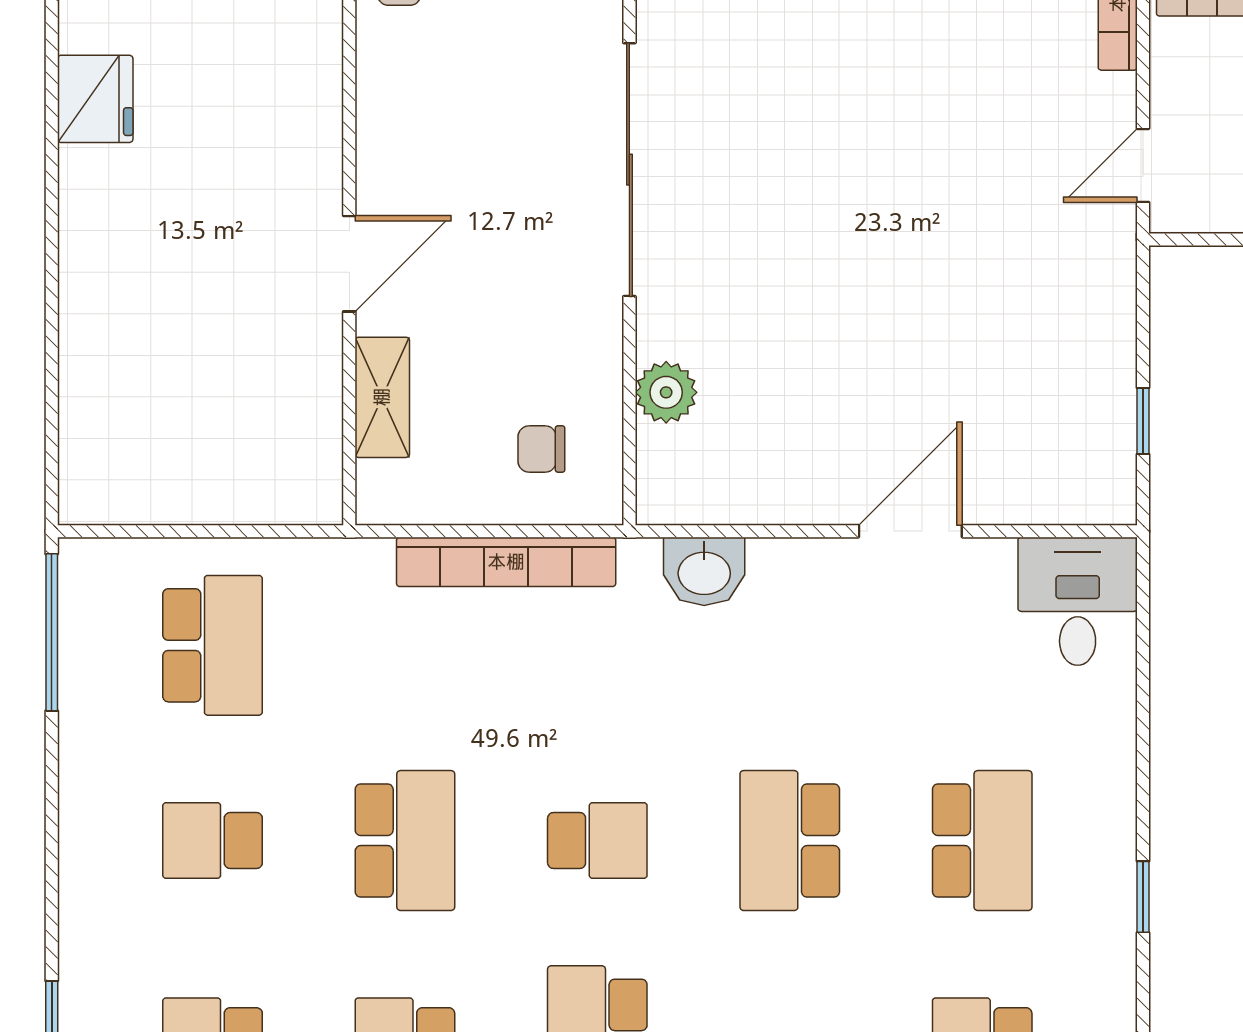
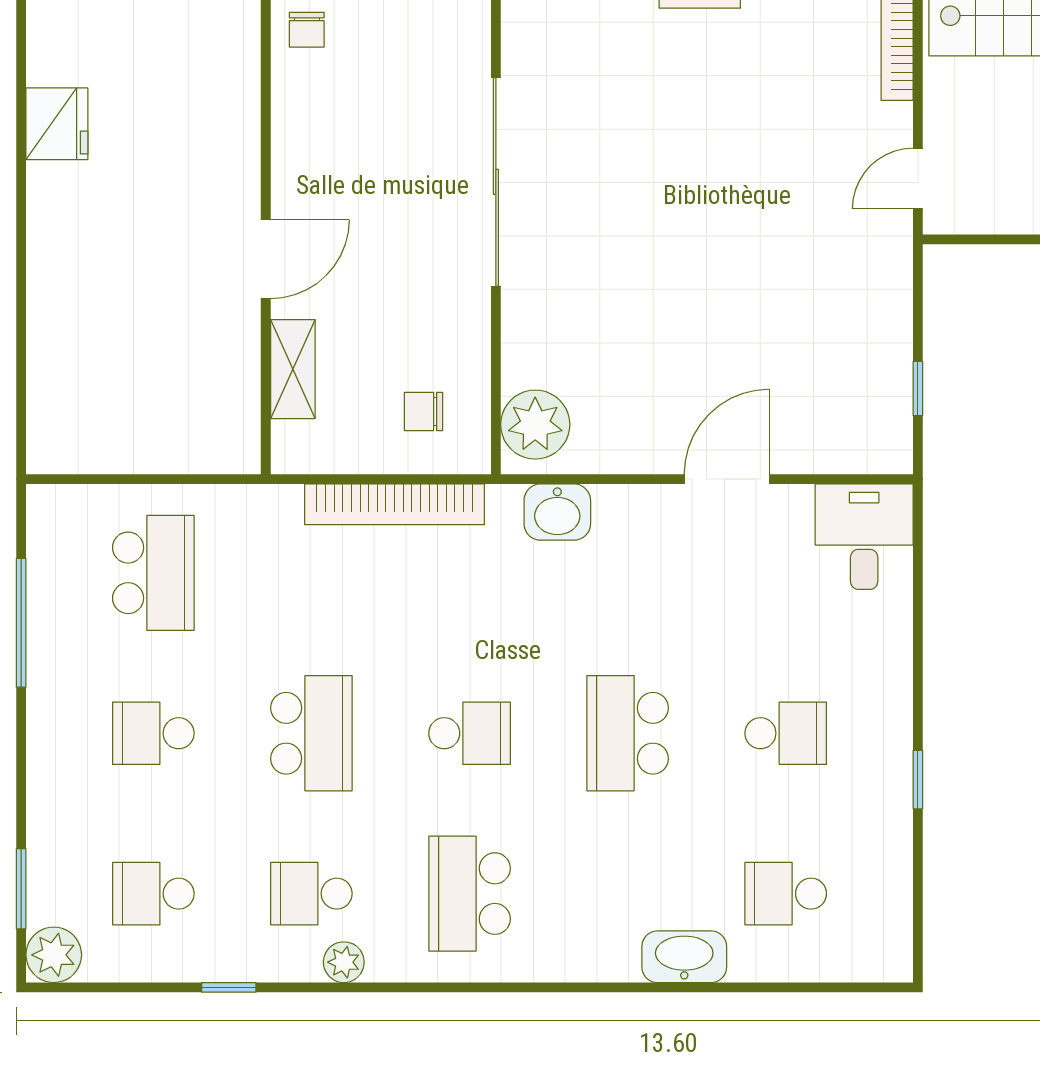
plant: (666, 392) -> (535, 425), moved, width x1.36, depth x1.36
window: (52, 632) -> (21, 623), moved
school desk: (982, 841) -> (786, 733), width x0.54

